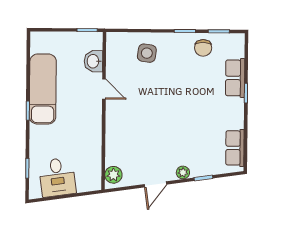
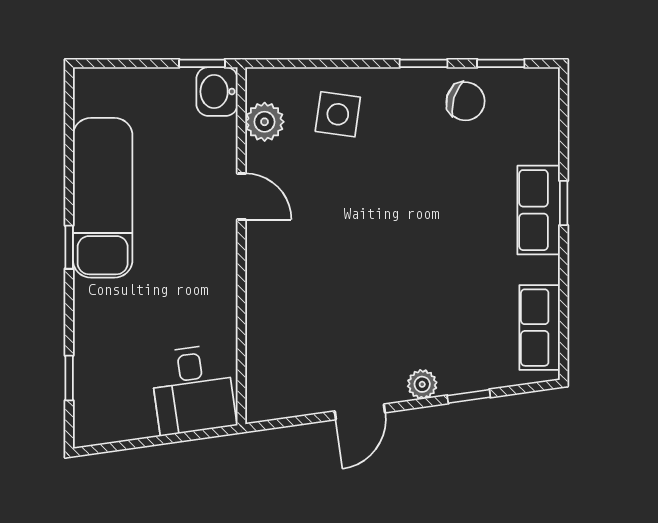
chair: (203, 48) -> (466, 101), turned -73
washbasin: (93, 61) -> (217, 92), moved
row of seats: (235, 78) -> (539, 210), moved
plant: (113, 175) -> (265, 122), moved
desk: (57, 177) -> (193, 389), moved

